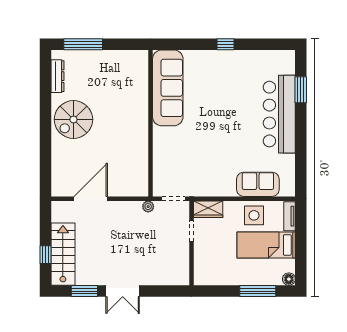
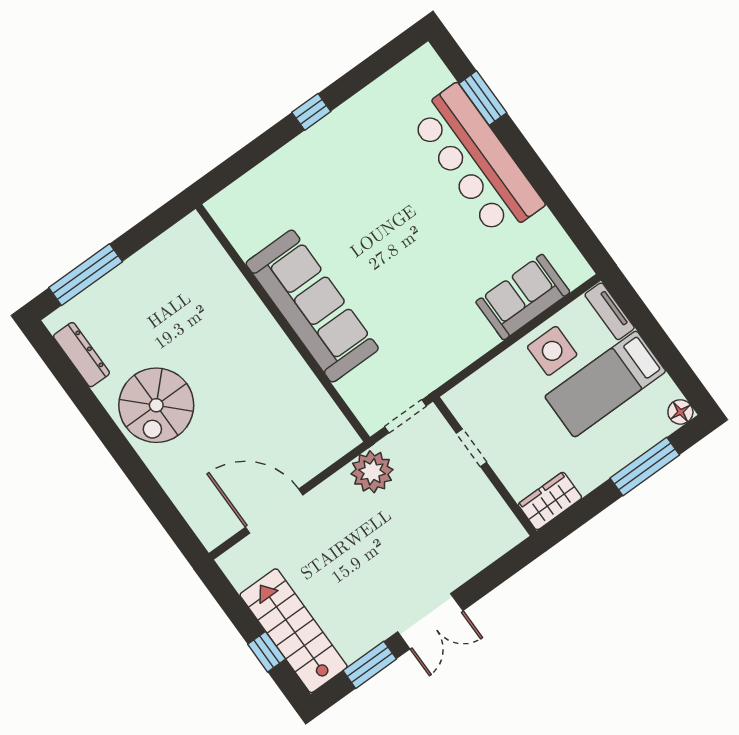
sofa: (168, 88) -> (312, 306), moved
door: (91, 199) -> (274, 511), hinge flipped
plant: (148, 207) -> (372, 472), width x1.88, depth x1.88
wardrobe: (208, 209) -> (550, 501), moved, turned 180

